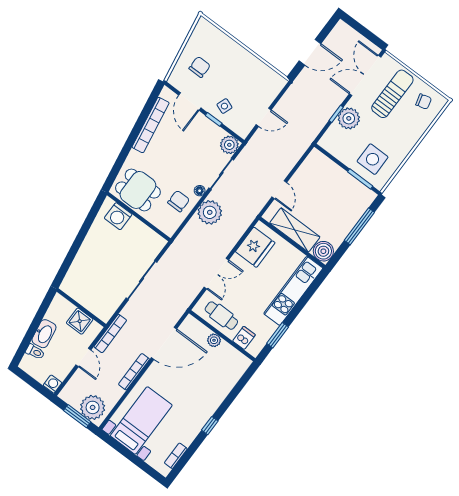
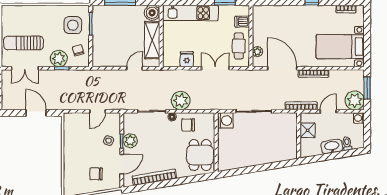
double door: (365, 75) -> (25, 68), width x0.73
chair: (424, 102) -> (78, 50), moved
door: (264, 117) -> (97, 111), swing flipped
plant: (229, 145) -> (130, 141), moved
washing machine: (118, 216) -> (225, 120), moved
fridge: (255, 247) -> (187, 59), width x0.53, depth x0.75
plant: (214, 340) -> (257, 52), moved
plant: (93, 407) -> (355, 100), moved

